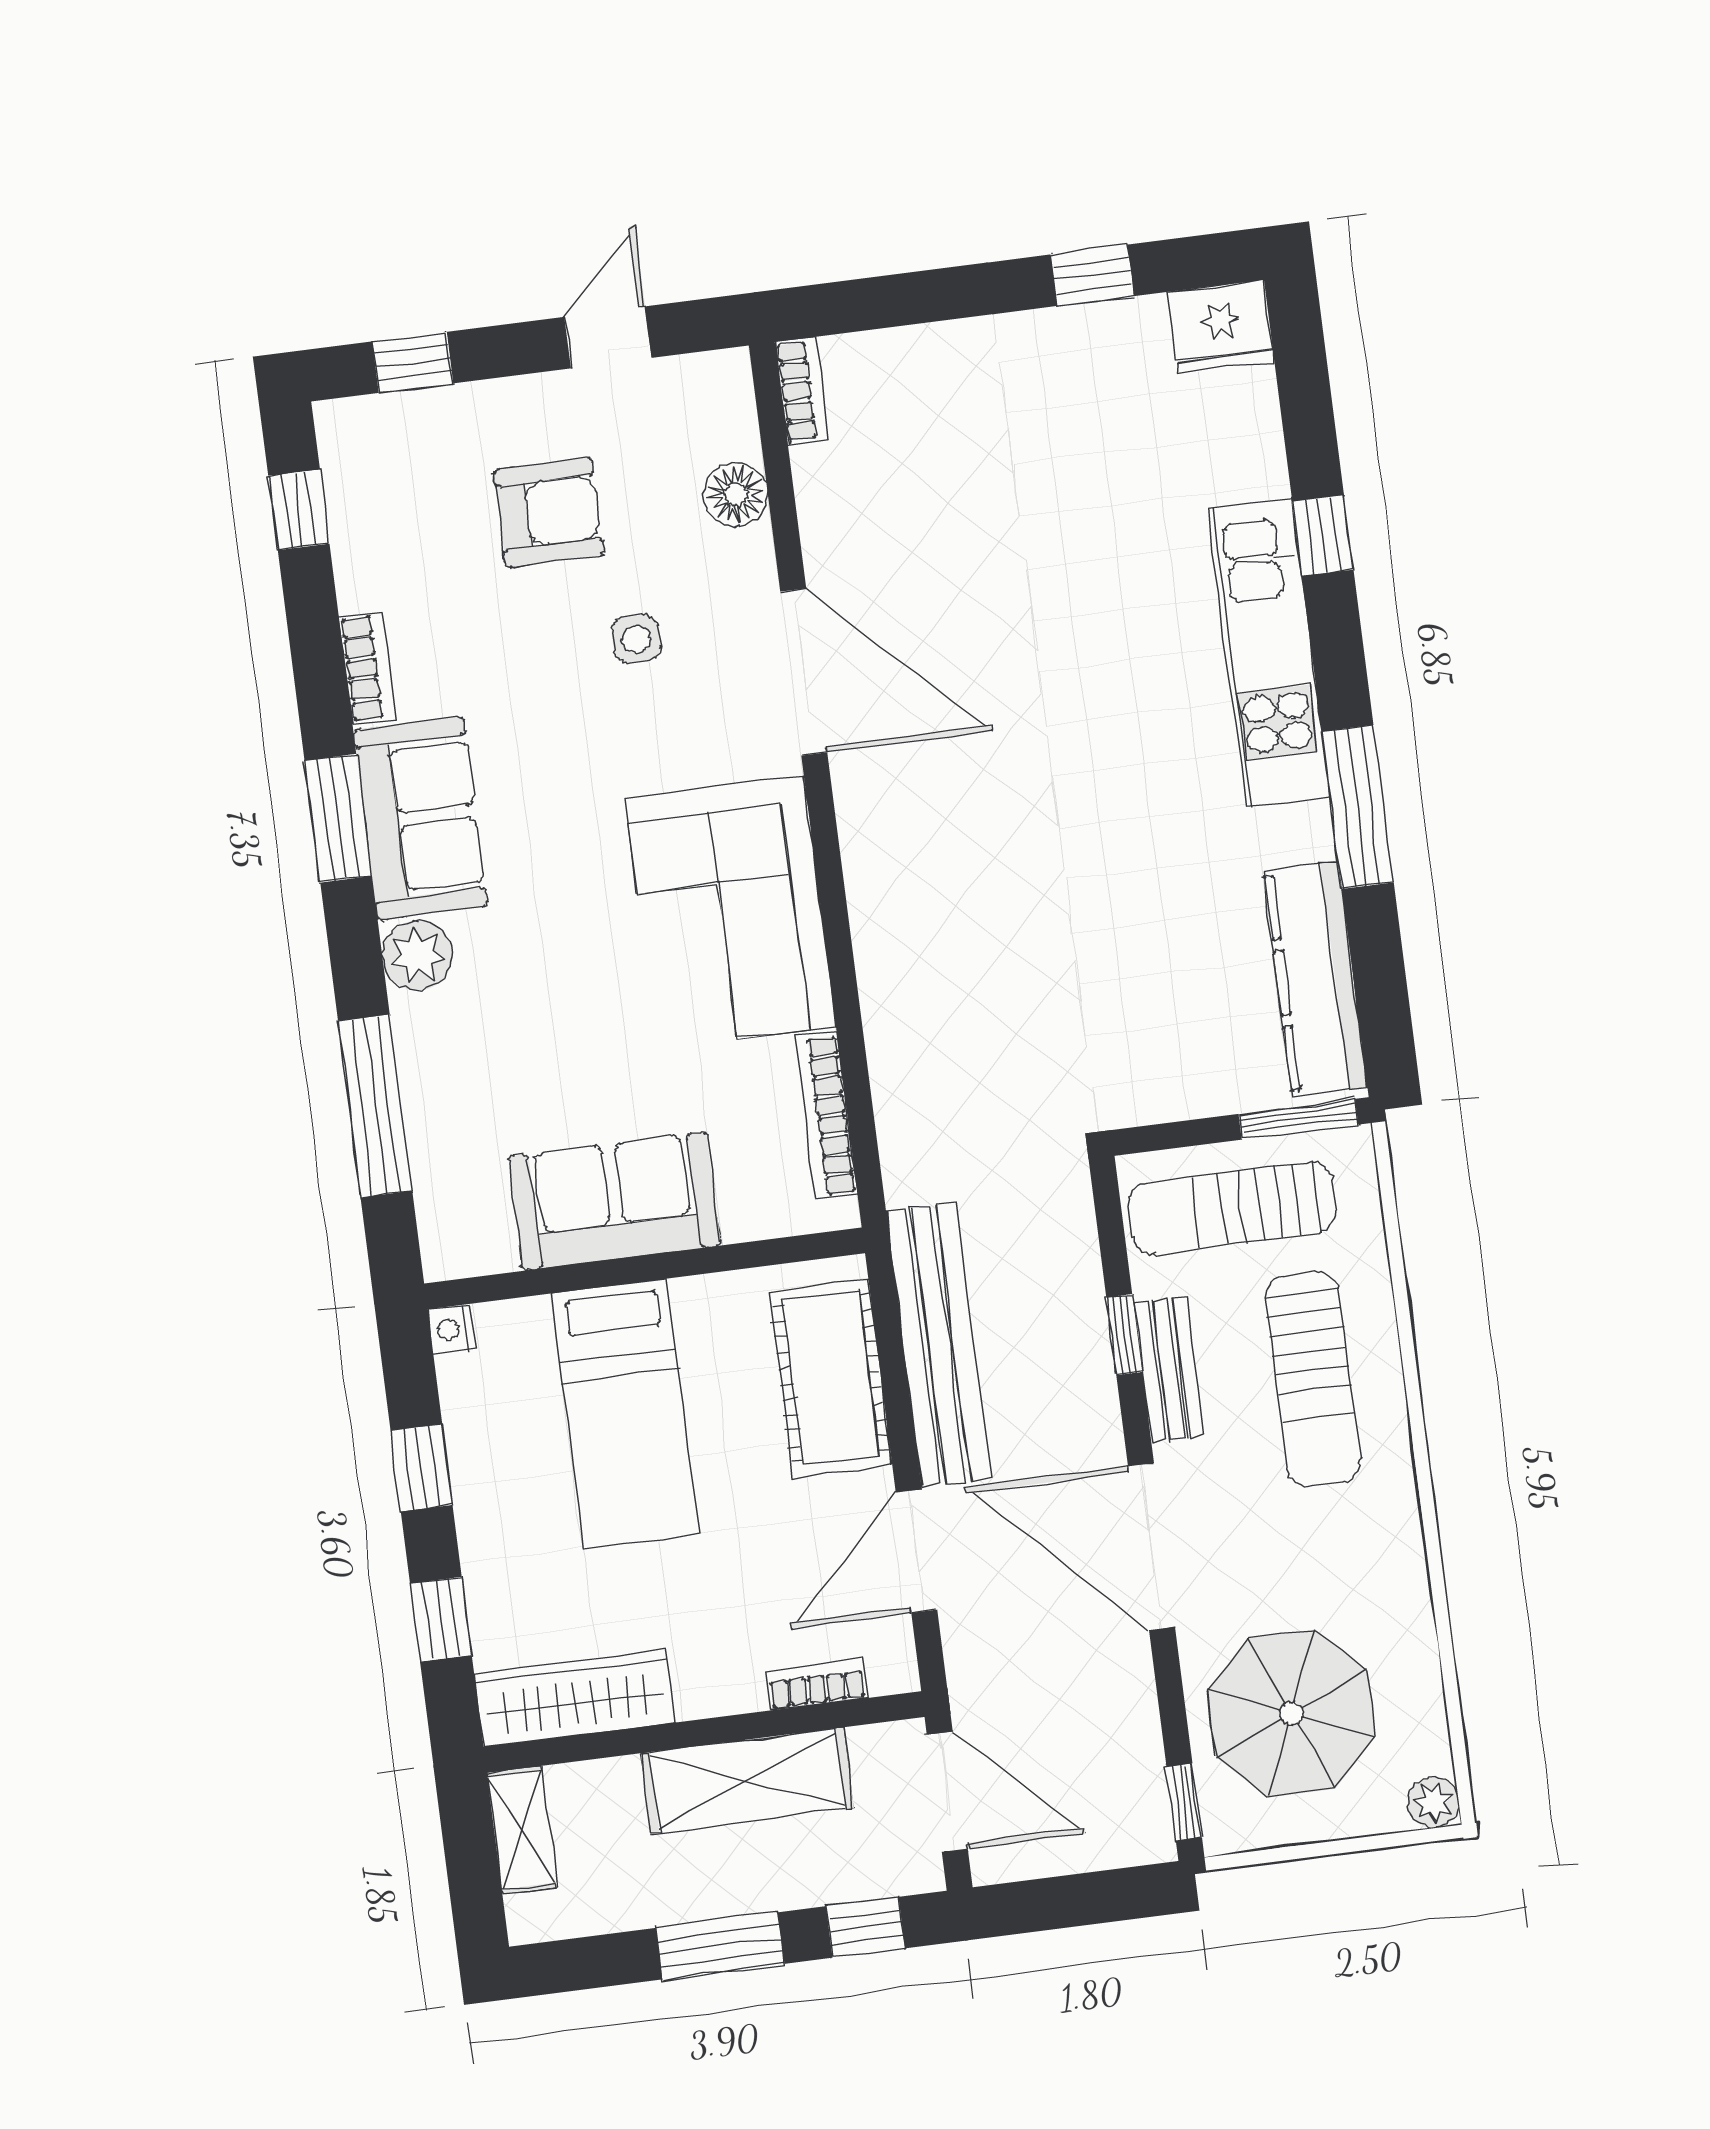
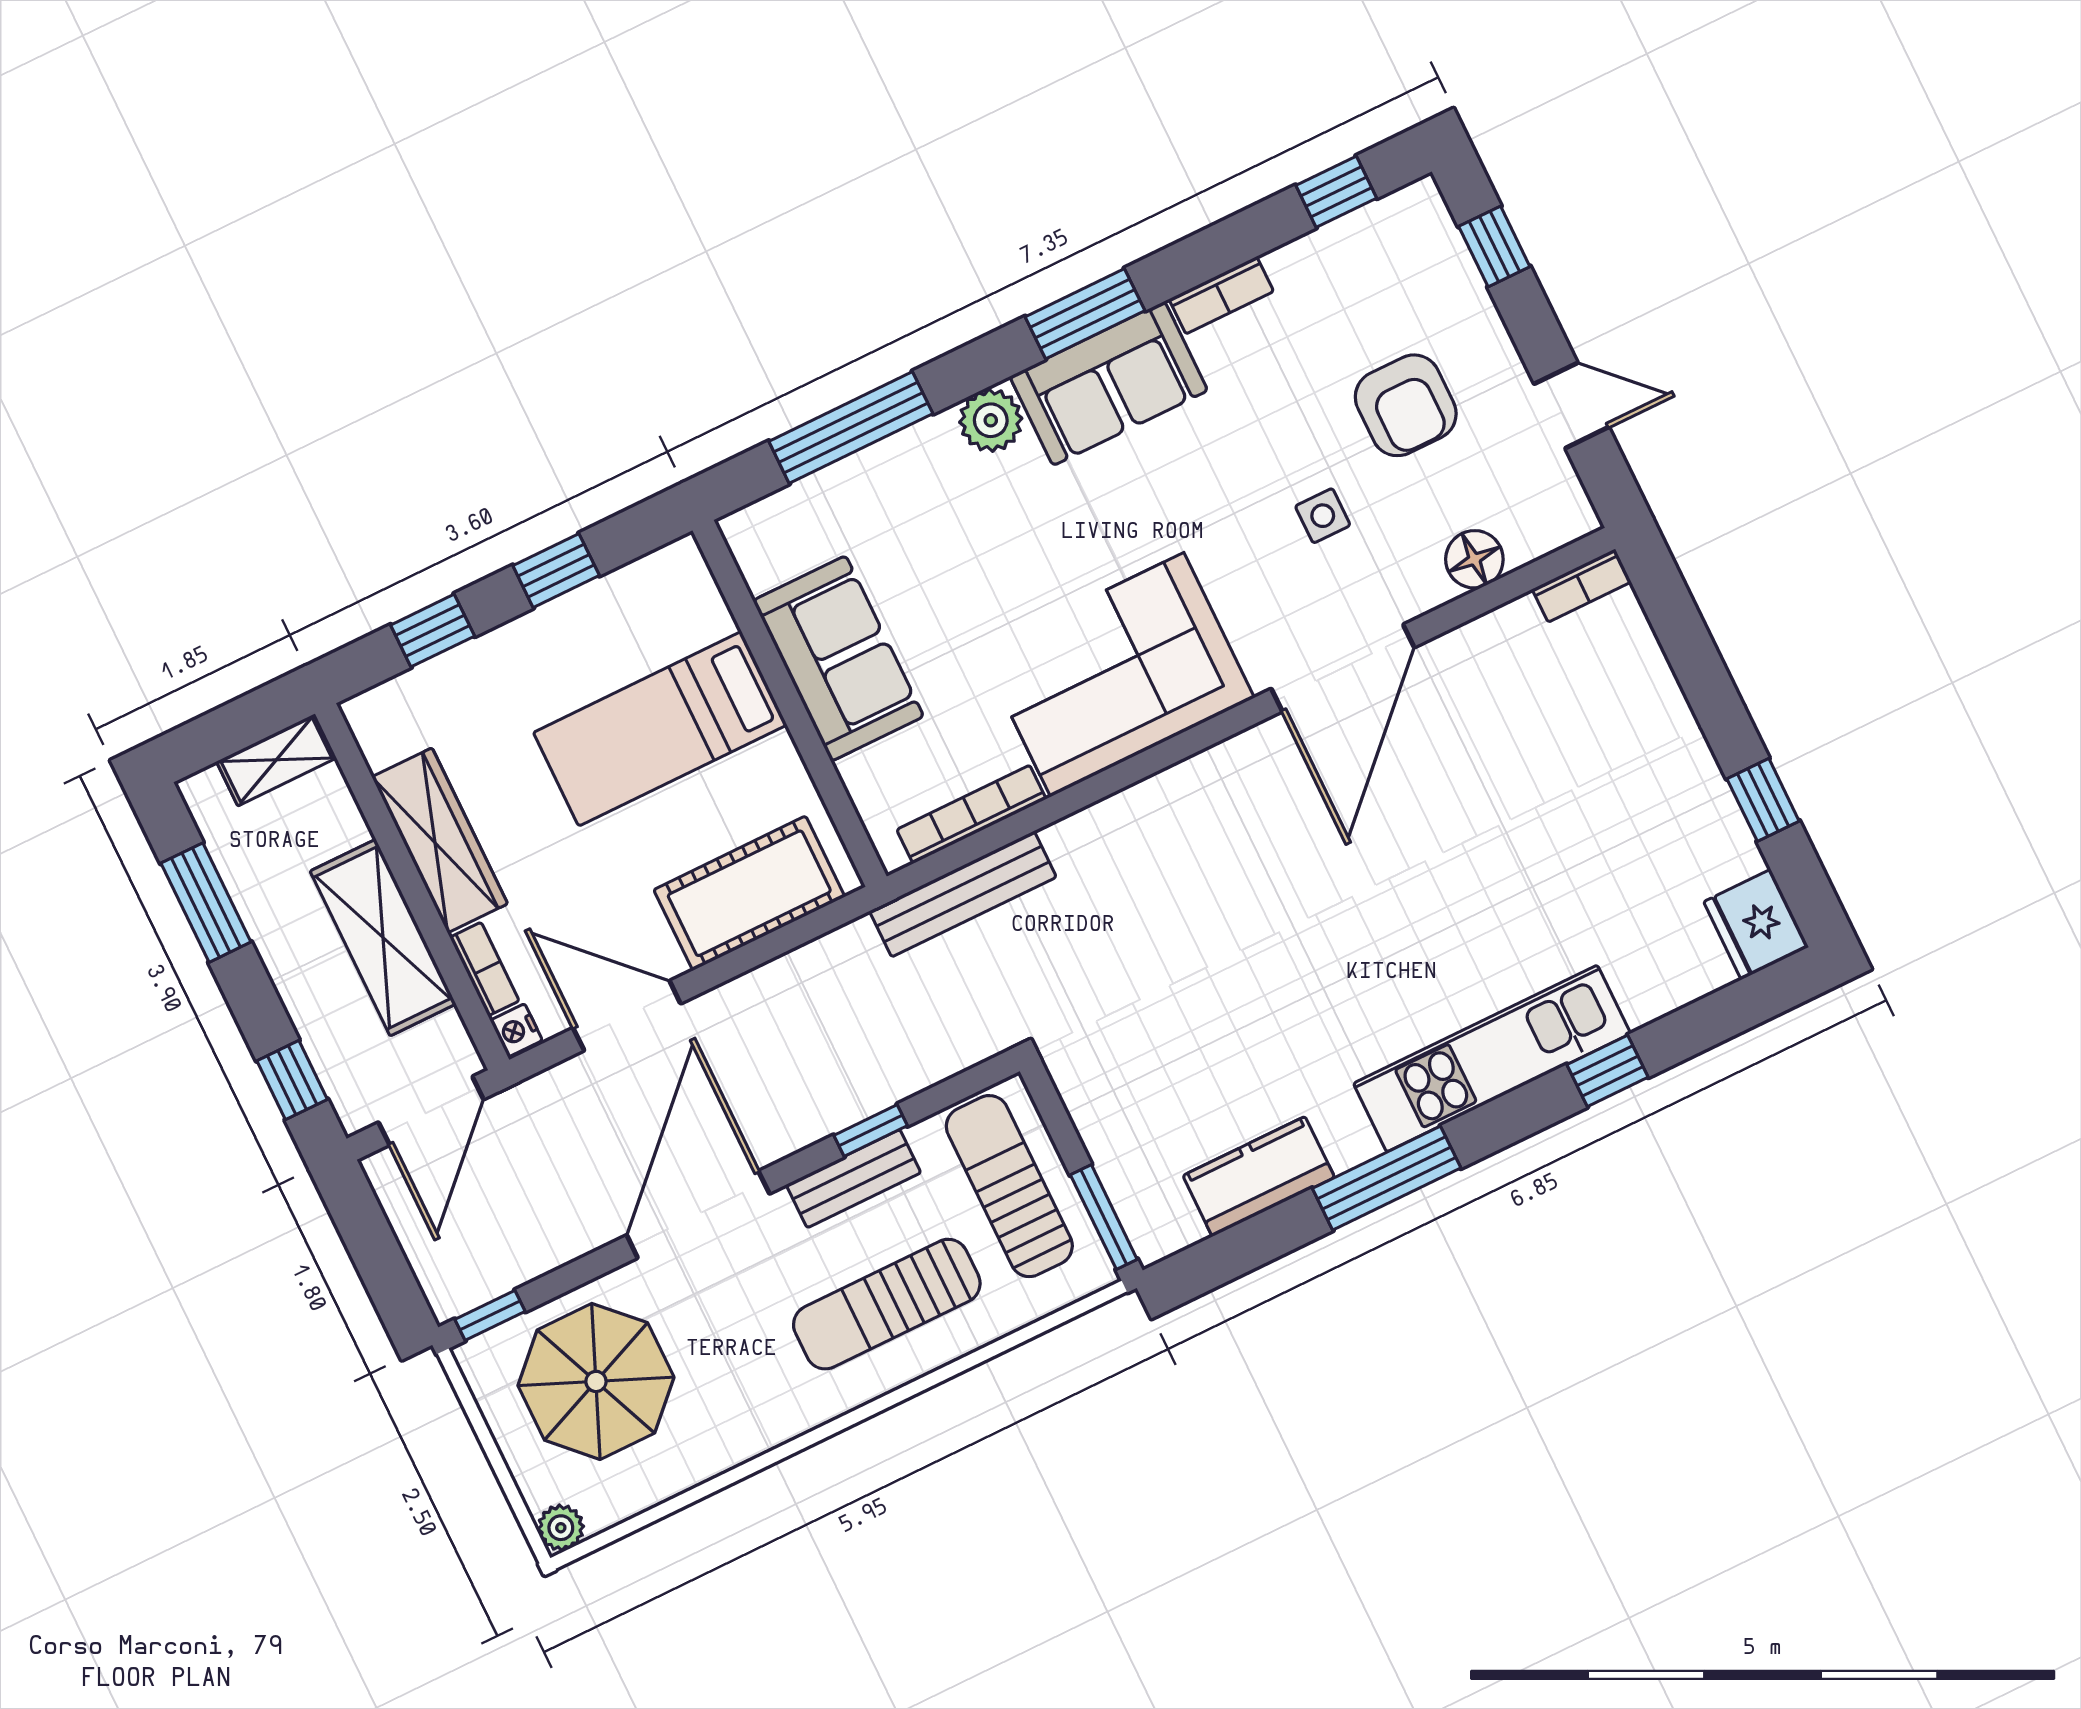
kitchen counter: (1315, 979) -> (1259, 1176), width x0.67
nightstand: (452, 1329) -> (516, 1030), moved, turned -90
bench: (938, 1345) -> (963, 894), moved, width x0.73, depth x0.82
wardrobe: (575, 1698) -> (440, 840), moved
window: (720, 1946) -> (206, 903), moved

